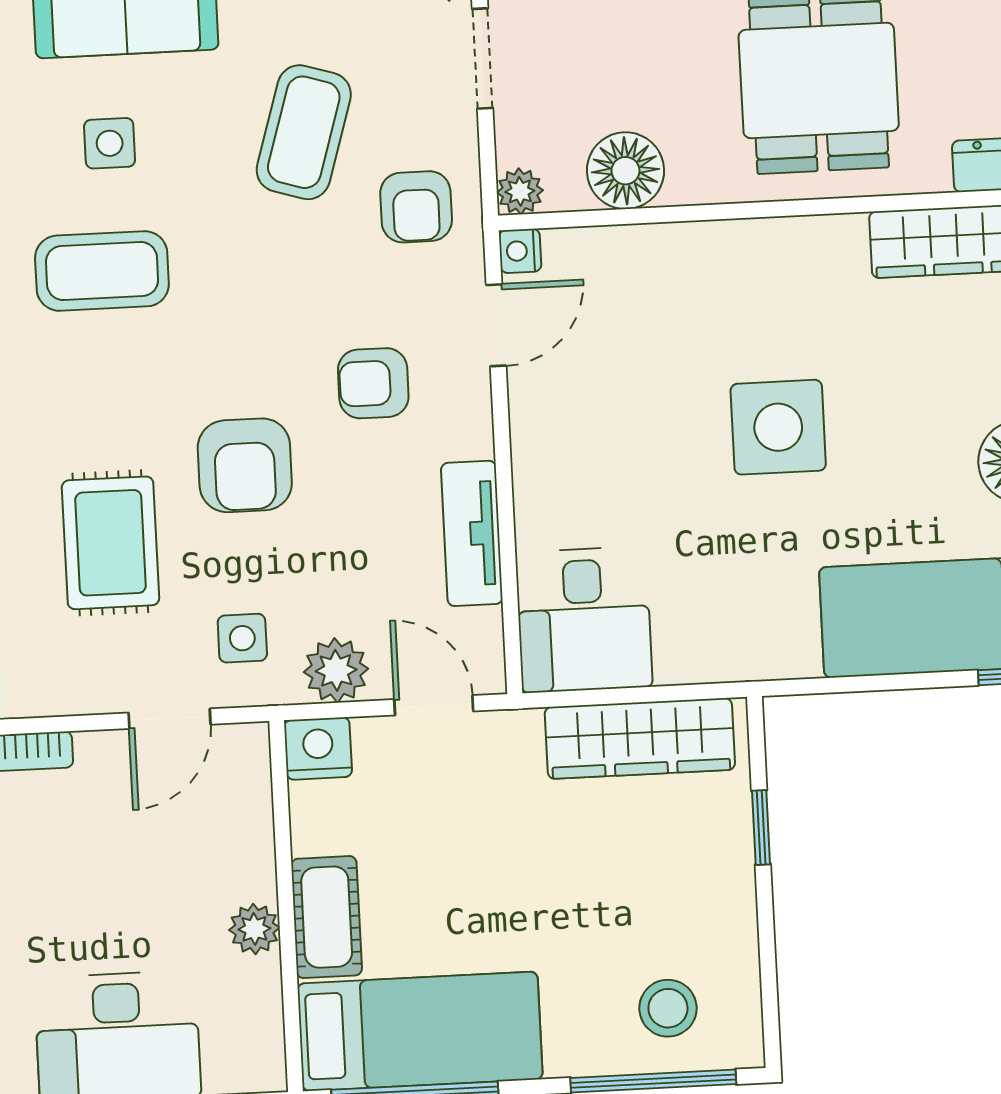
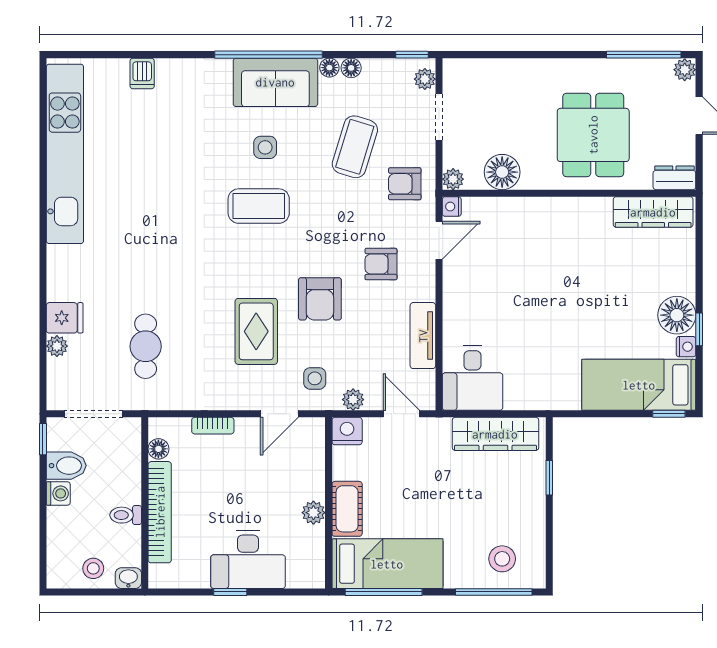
armchair: (416, 207) -> (405, 184), turned 90
side table: (778, 427) -> (566, 294), removed
plant: (336, 670) -> (353, 400), width x0.73, depth x0.73

